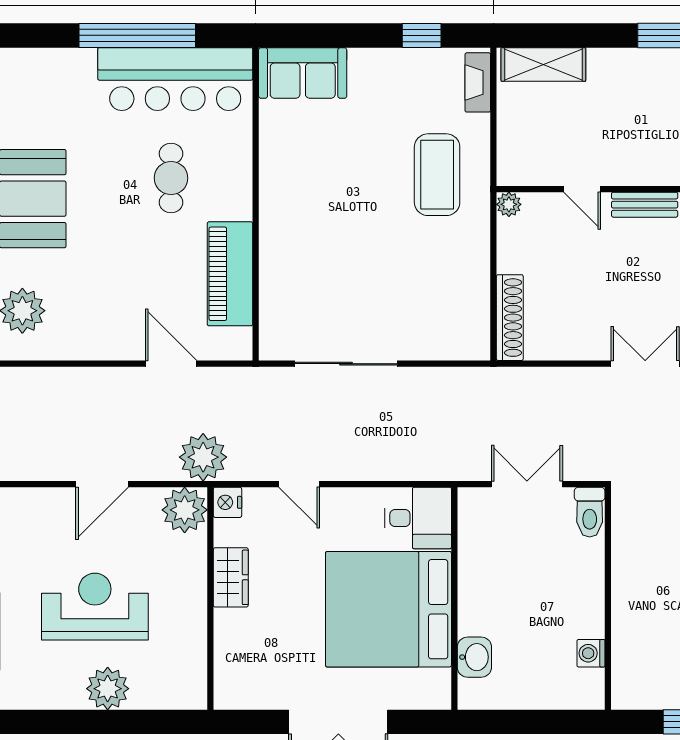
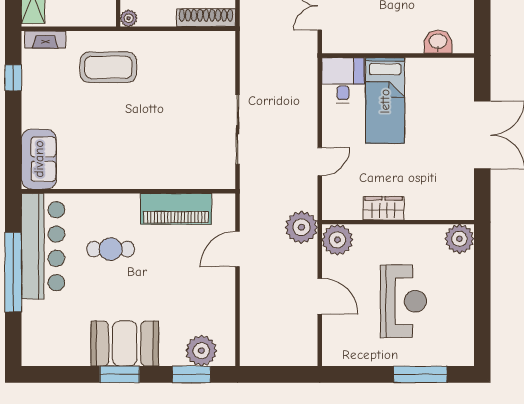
nightstand: (227, 502) -> (332, 211), removed
reception desk: (95, 607) -> (403, 301), turned 180
bed: (388, 609) -> (385, 101), width x0.49
plant: (108, 689) -> (459, 239), moved

